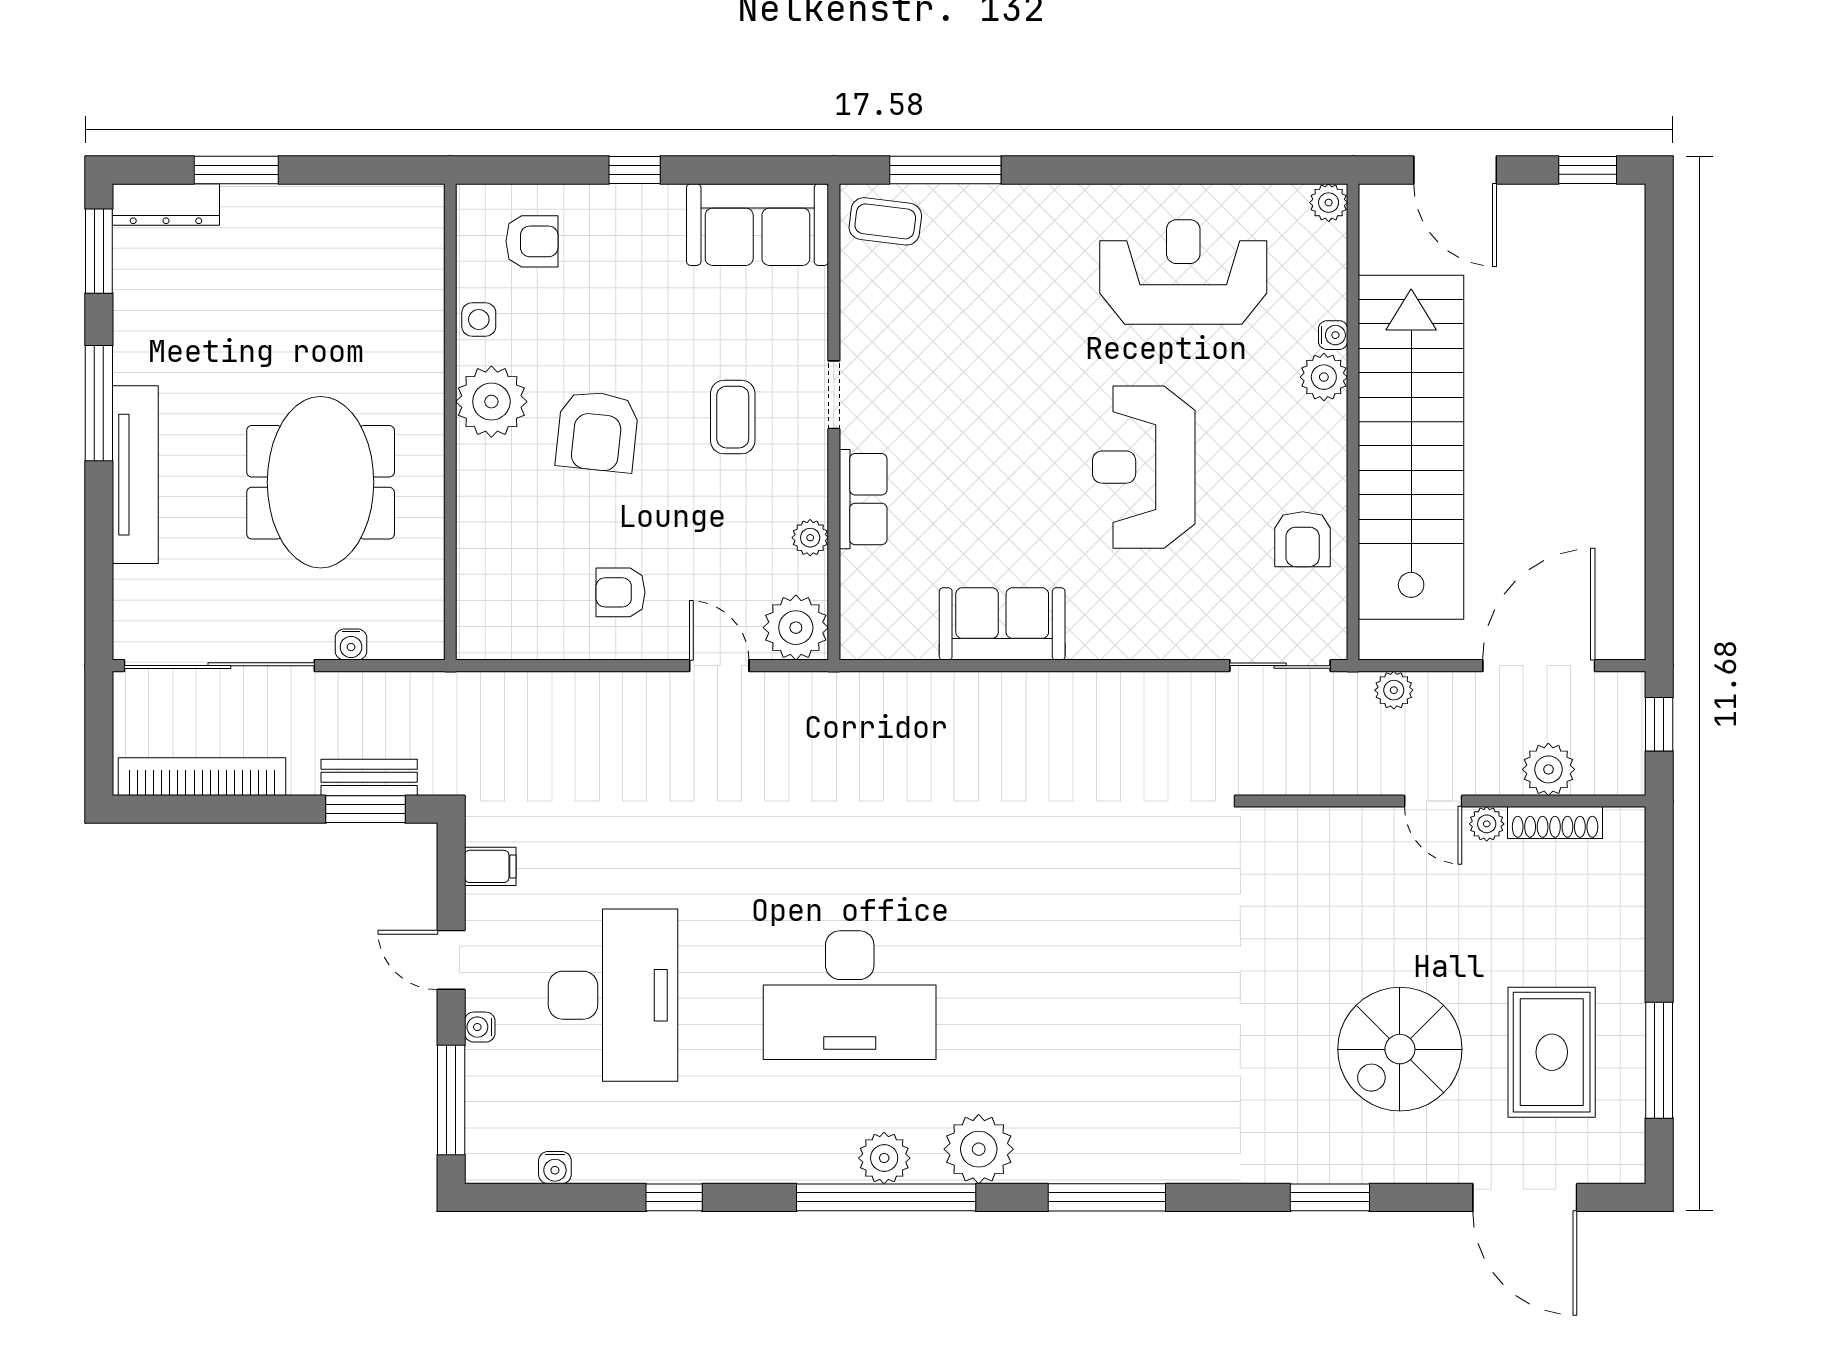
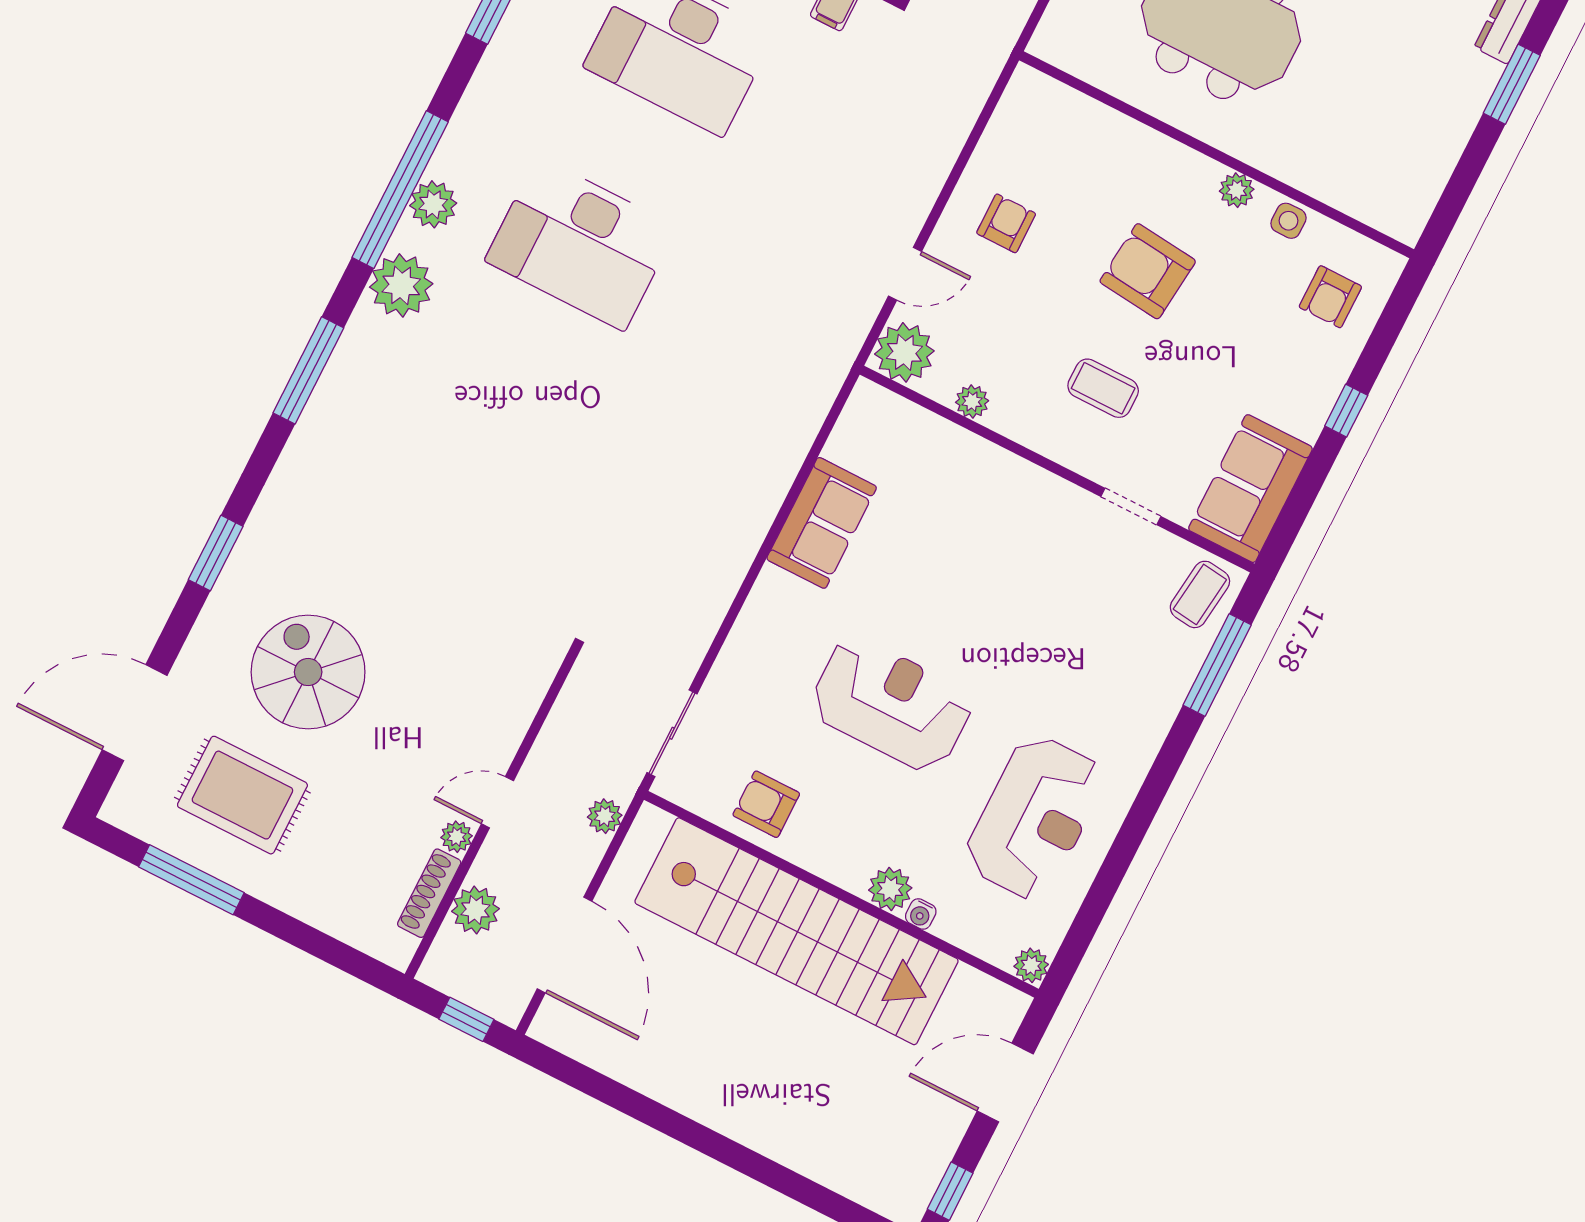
doorway: (834, 395) -> (1131, 506), moved
plant: (491, 402) -> (1237, 190), width x0.53, depth x0.53
row of seats: (863, 499) -> (982, 461), removed
desk: (850, 995) -> (581, 244), turned -90

